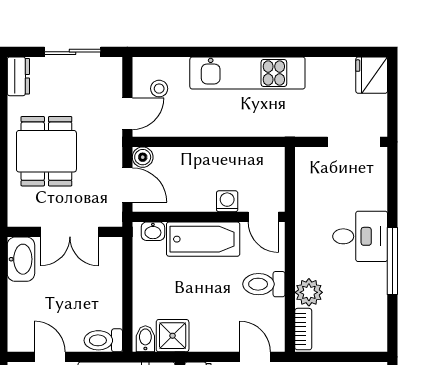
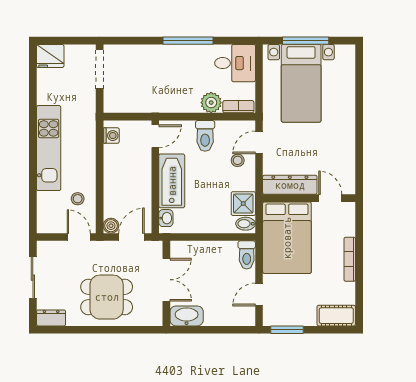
stool: (159, 89) -> (78, 199), moved
washing machine: (227, 201) -> (111, 136), moved, turned 180
desk: (360, 236) -> (235, 63), moved, turned 90
stool: (231, 328) -> (238, 160), added

